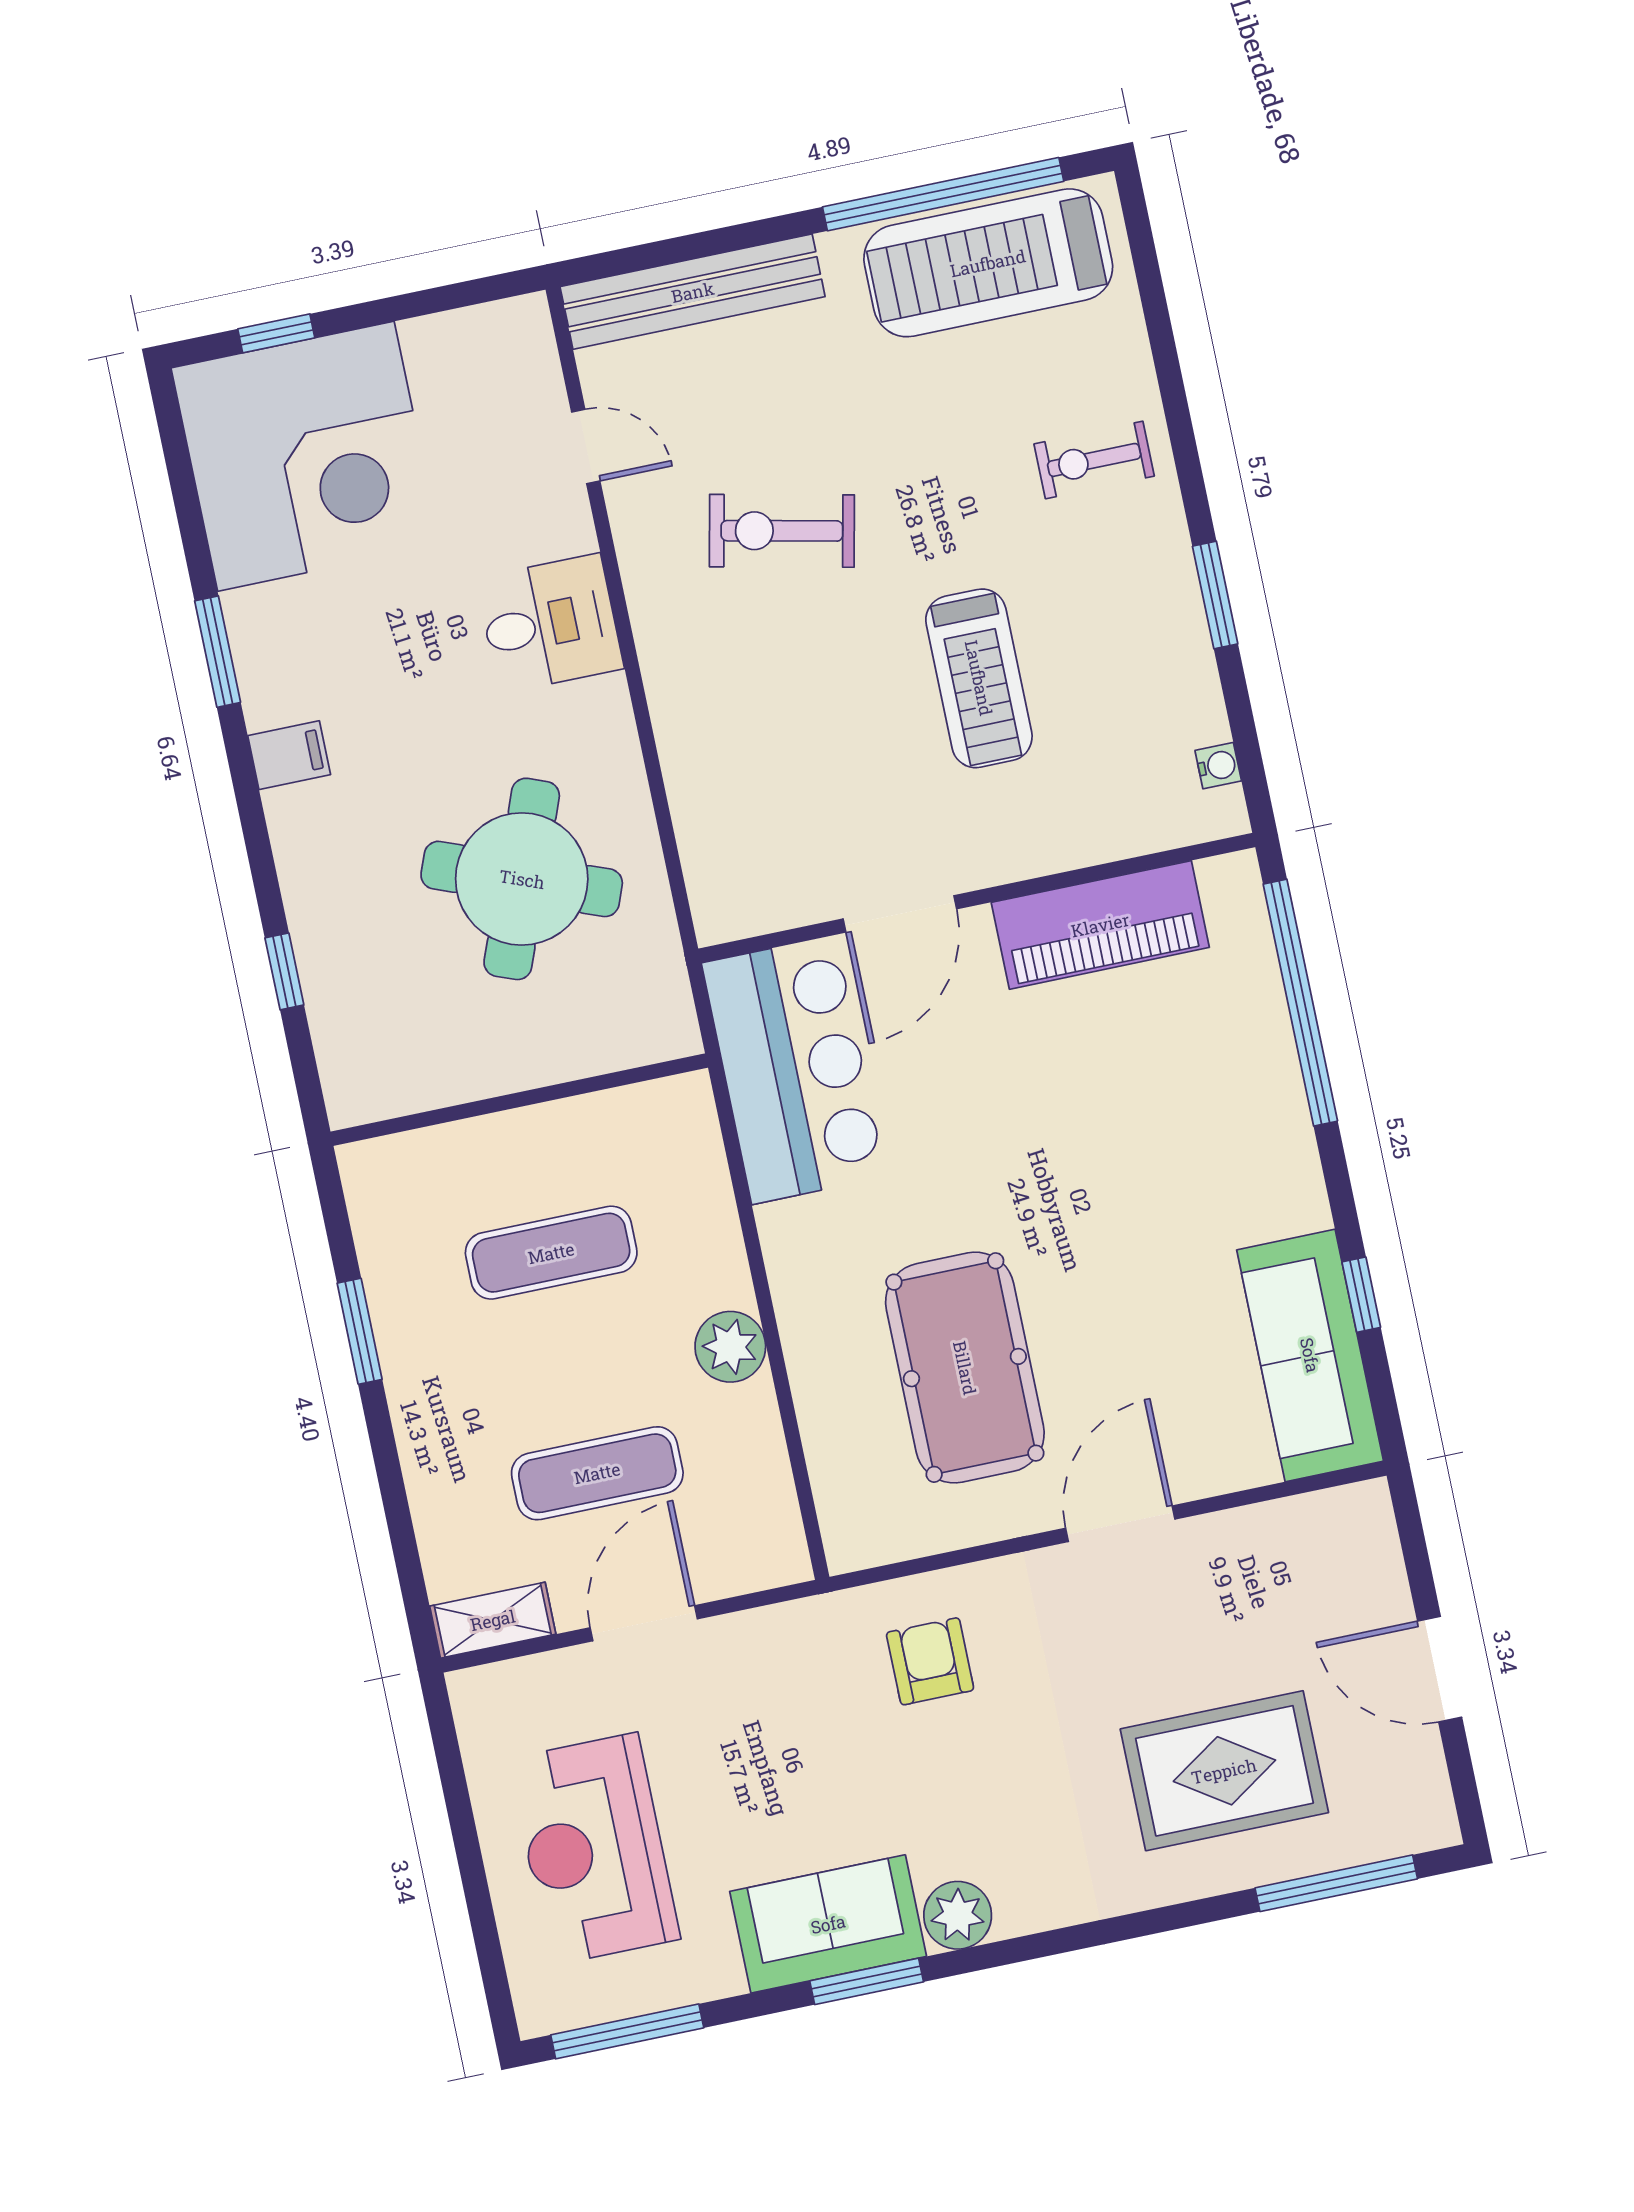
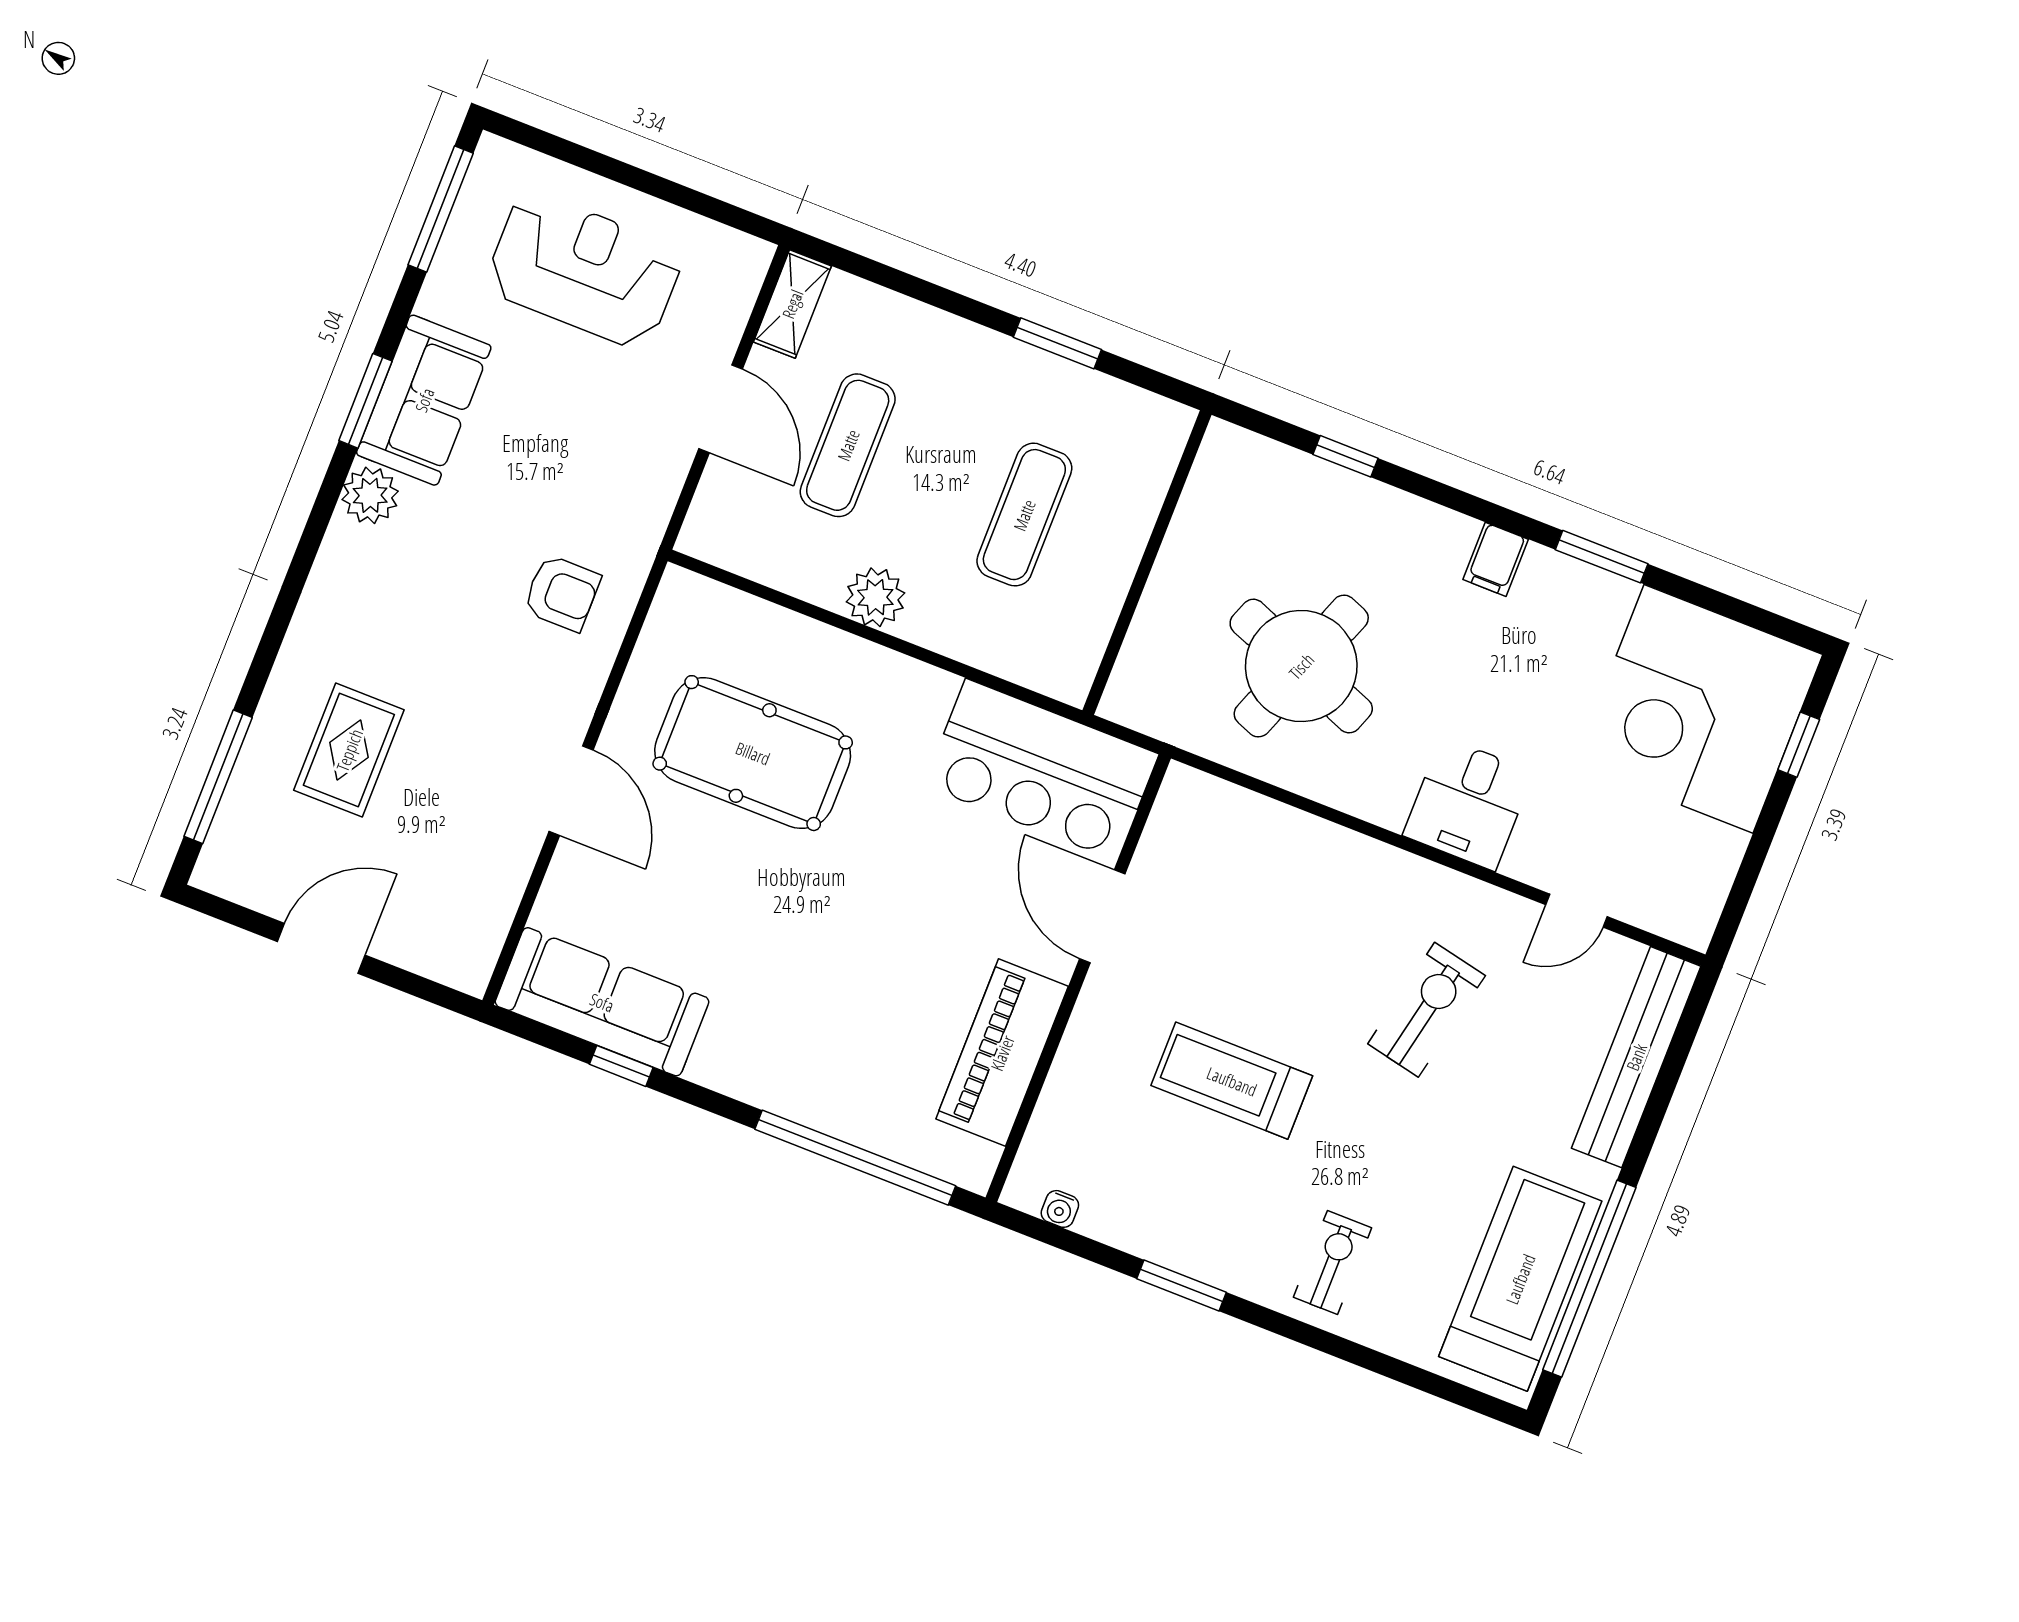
rug: (1224, 1771) -> (349, 750), width x0.73, depth x0.70

